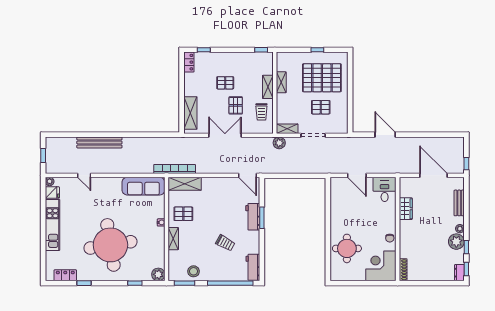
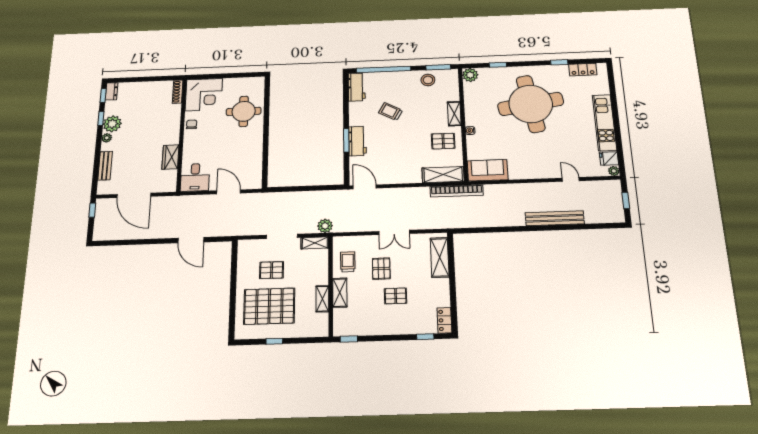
double door: (225, 135) -> (394, 232), width x0.73
sofa: (143, 186) -> (488, 170), width x0.73

